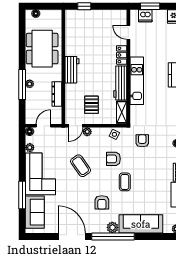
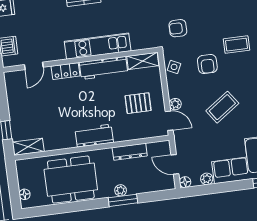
shelving: (70, 21) -> (28, 147), added
window: (22, 85) -> (123, 200), width x0.69

